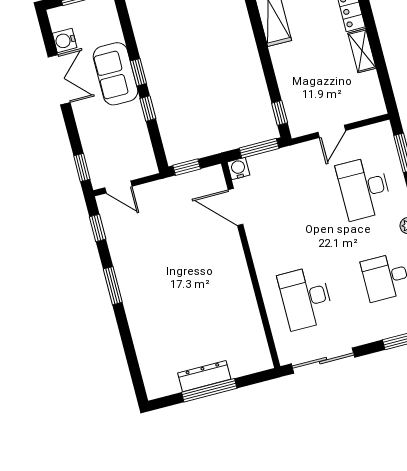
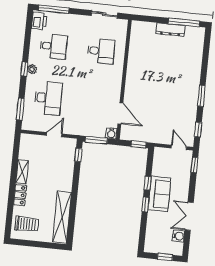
sofa: (115, 74) -> (159, 194), moved
desk: (306, 298) -> (101, 51), width x0.73
sliding door: (323, 361) -> (104, 14), width x0.73
window: (209, 390) -> (184, 22), moved

